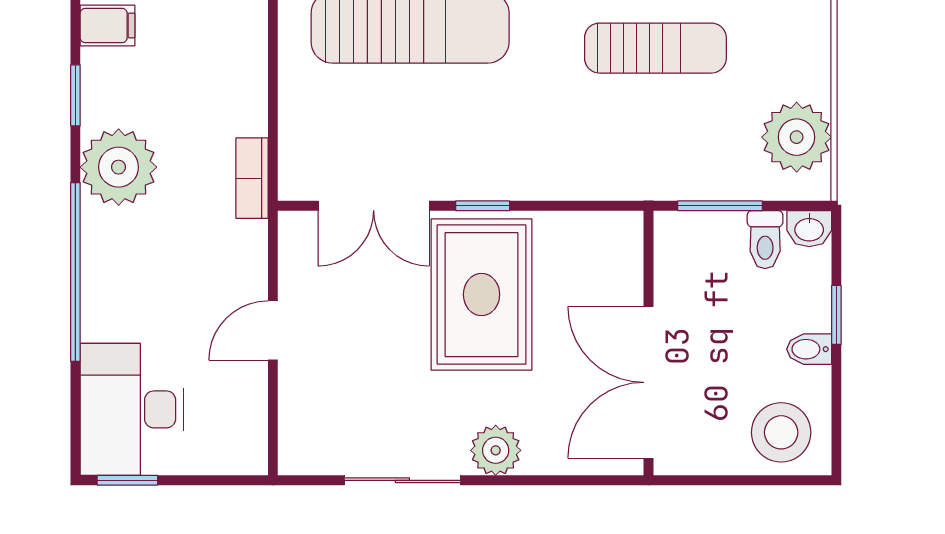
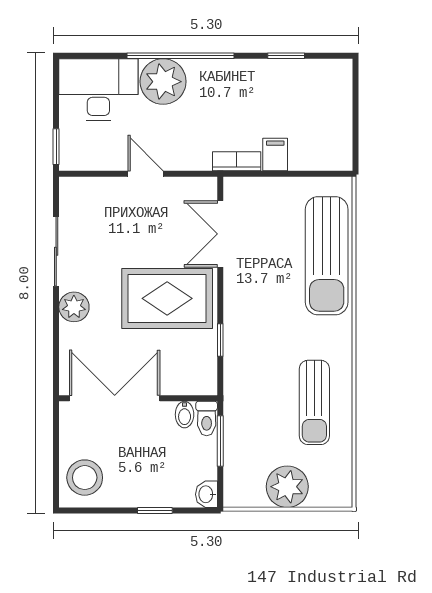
filing cabinet: (107, 26) -> (275, 155), moved, turned 180
plant: (797, 137) -> (287, 487), moved
plant: (119, 167) -> (163, 82), moved
window: (483, 206) -> (220, 340), moved
toilet: (765, 240) -> (207, 418), moved, turned -90
bidet: (809, 349) -> (185, 415), moved, turned 180
window: (127, 480) -> (56, 147), moved

